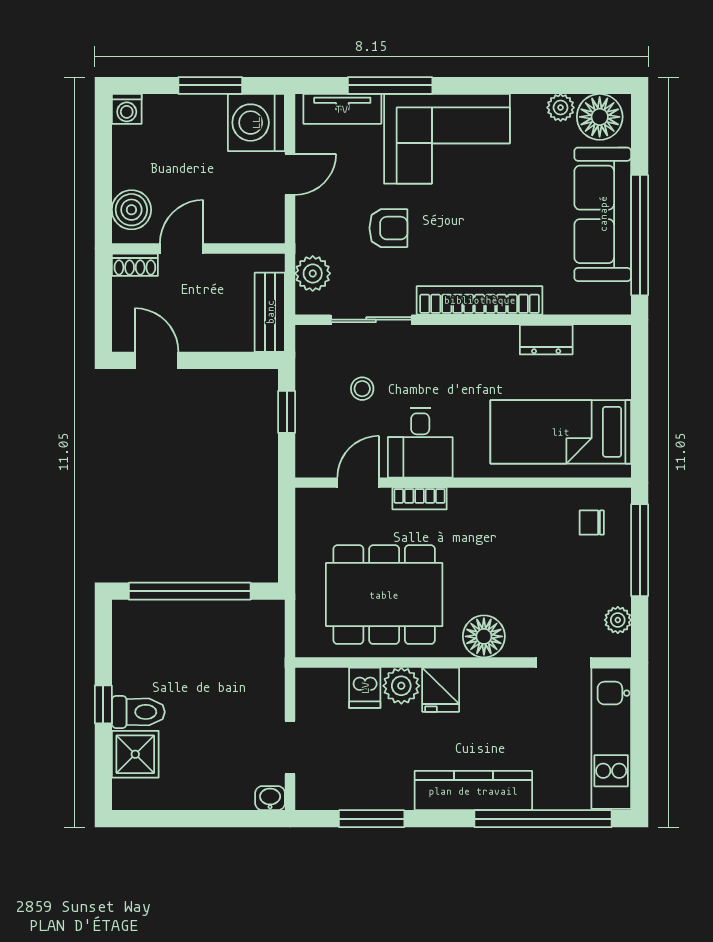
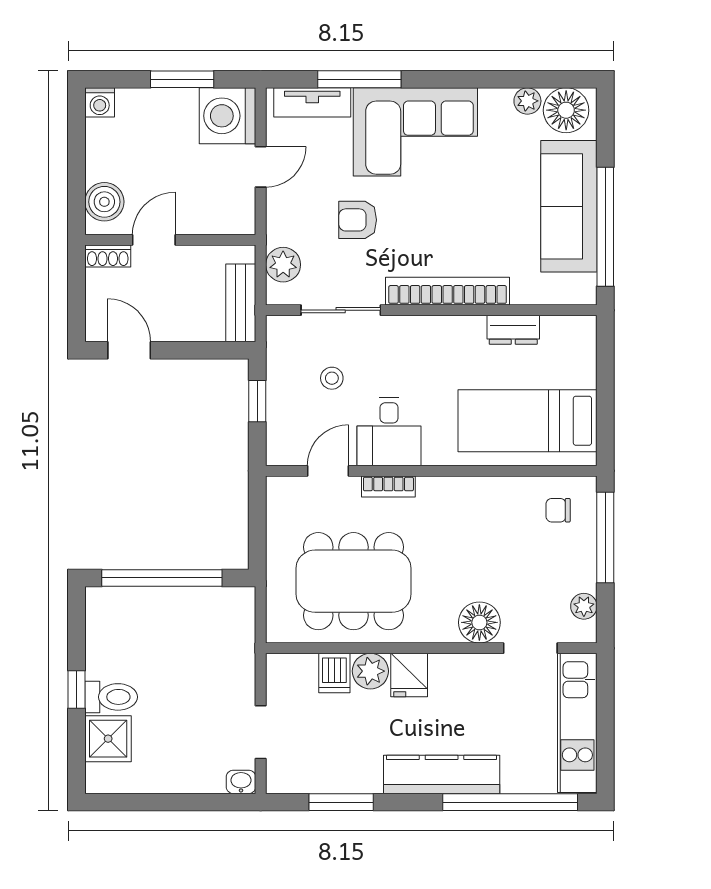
armchair: (388, 228) -> (358, 220), turned 180
floor lamp: (484, 636) -> (479, 622), moved

